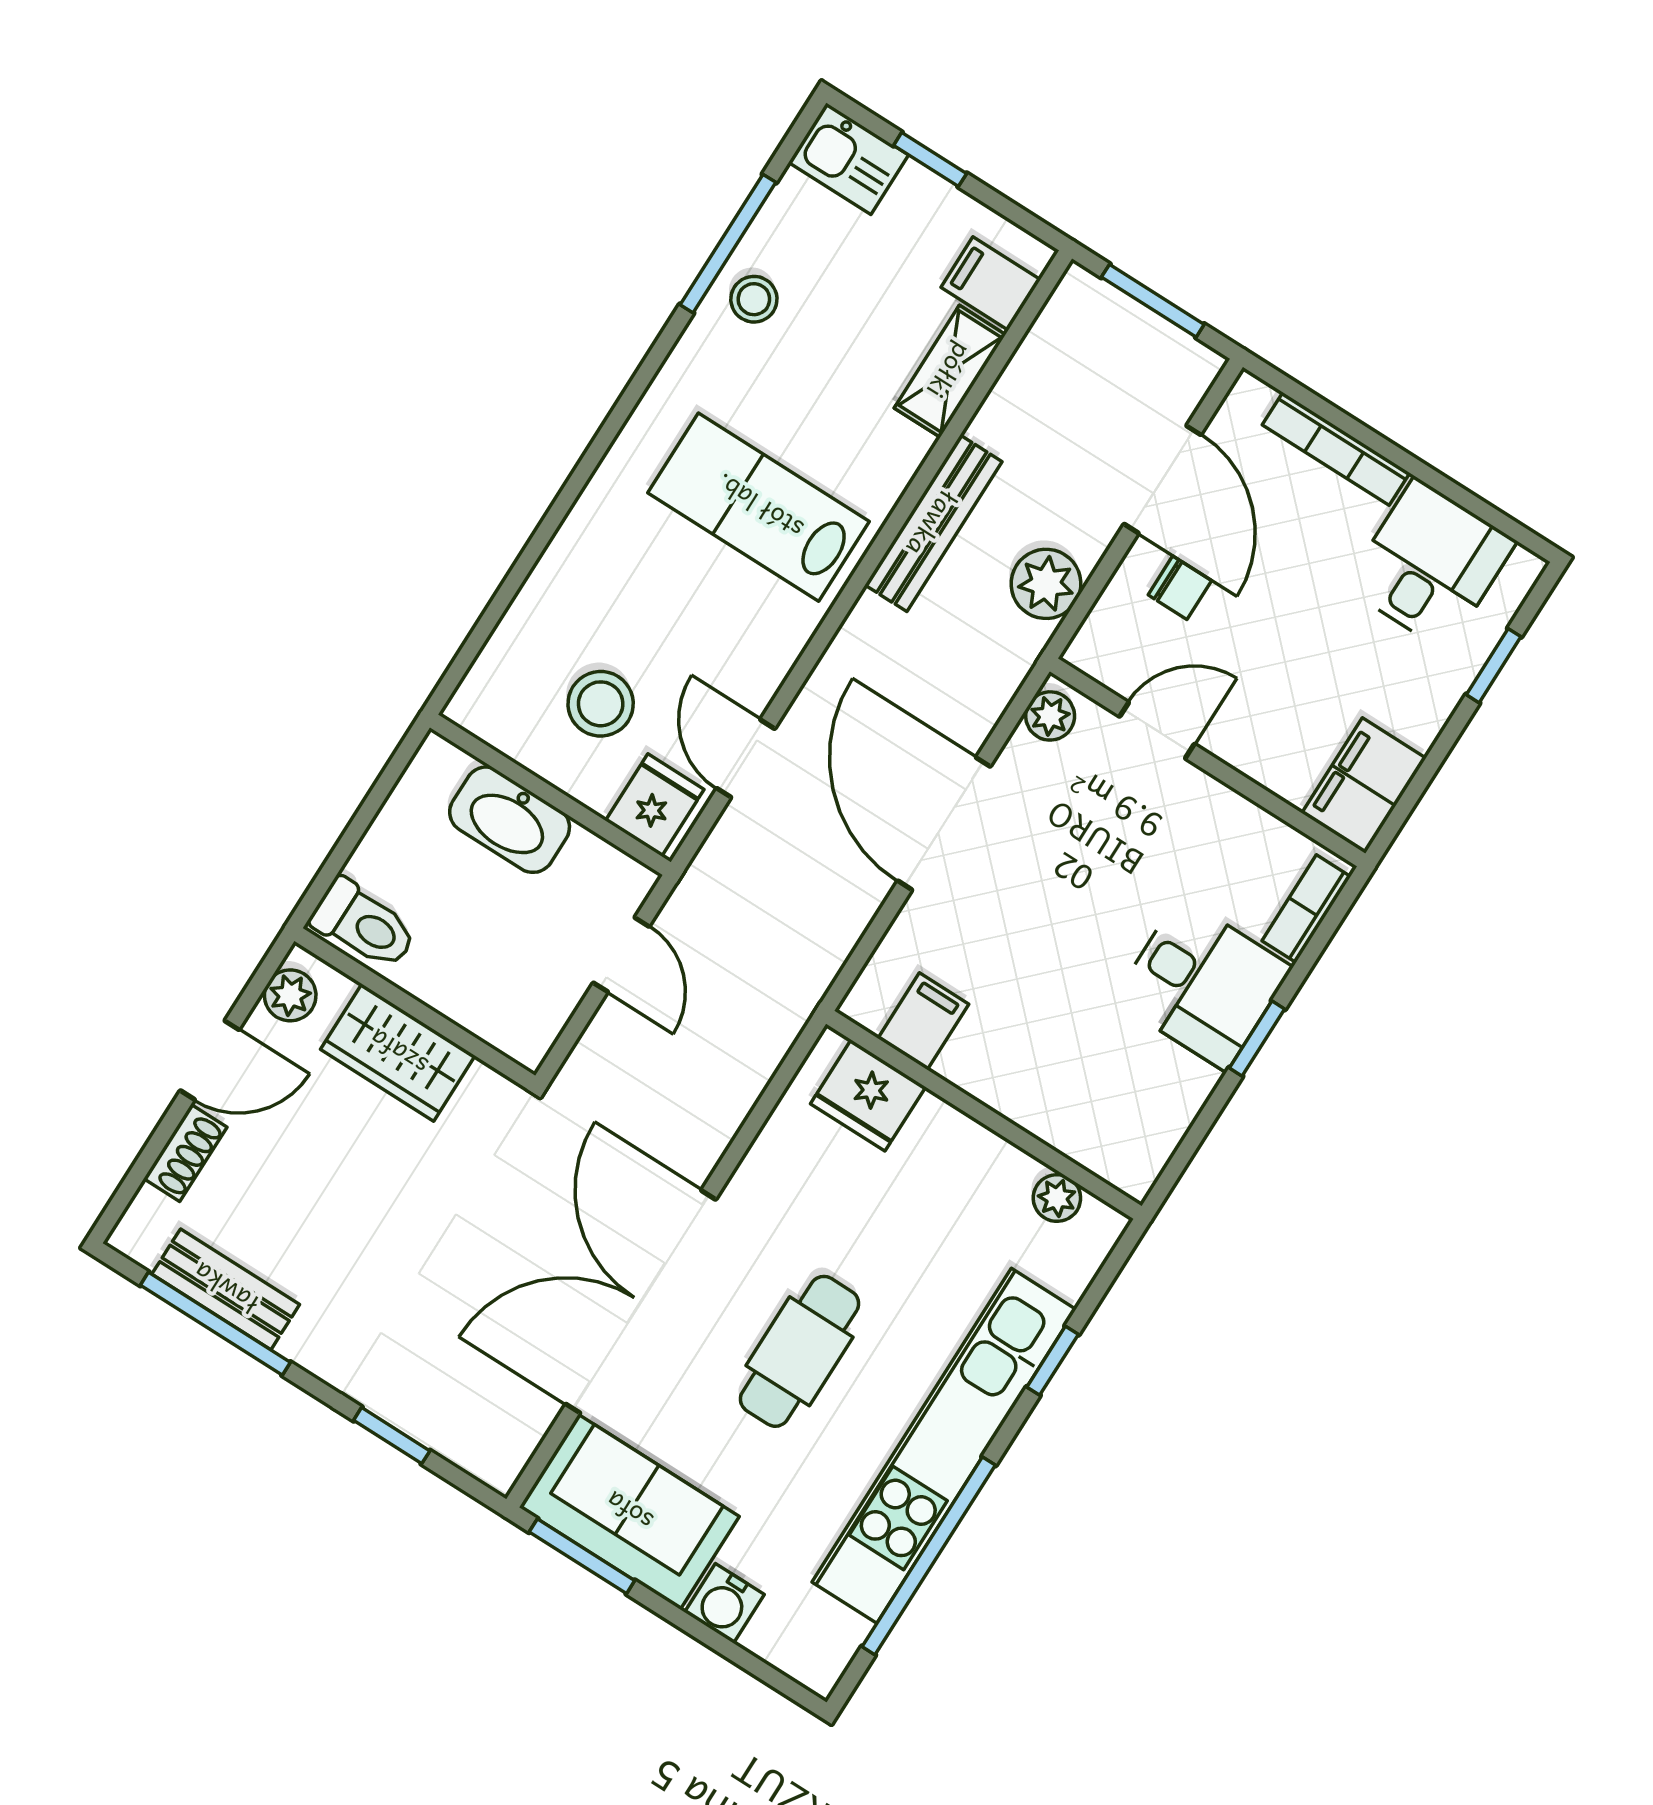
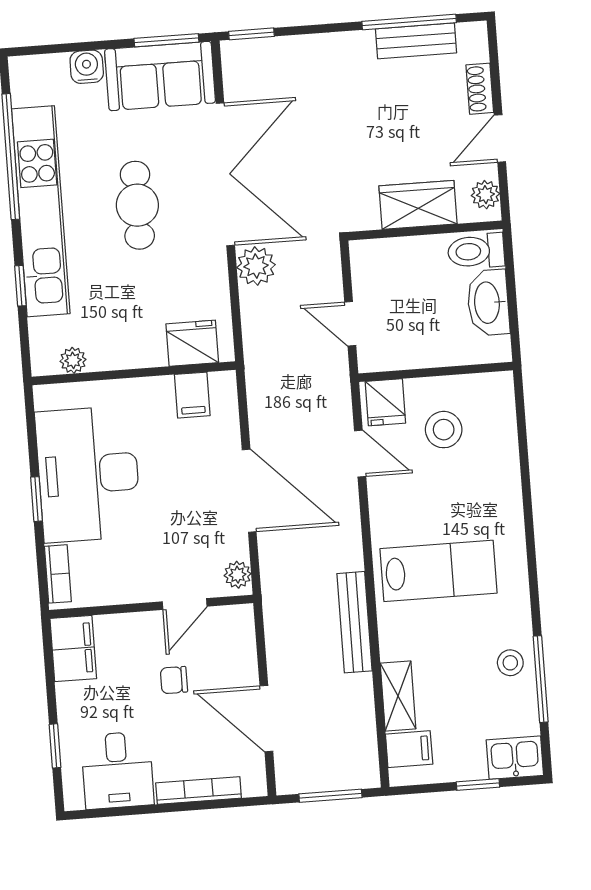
plant: (1046, 584) -> (256, 266), moved
chair: (1180, 588) -> (174, 680), moved
washbasin: (510, 820) -> (488, 303), moved, turned -90
desk: (1203, 984) -> (88, 474), width x1.87, depth x1.30
window: (392, 1436) -> (251, 34), moved

